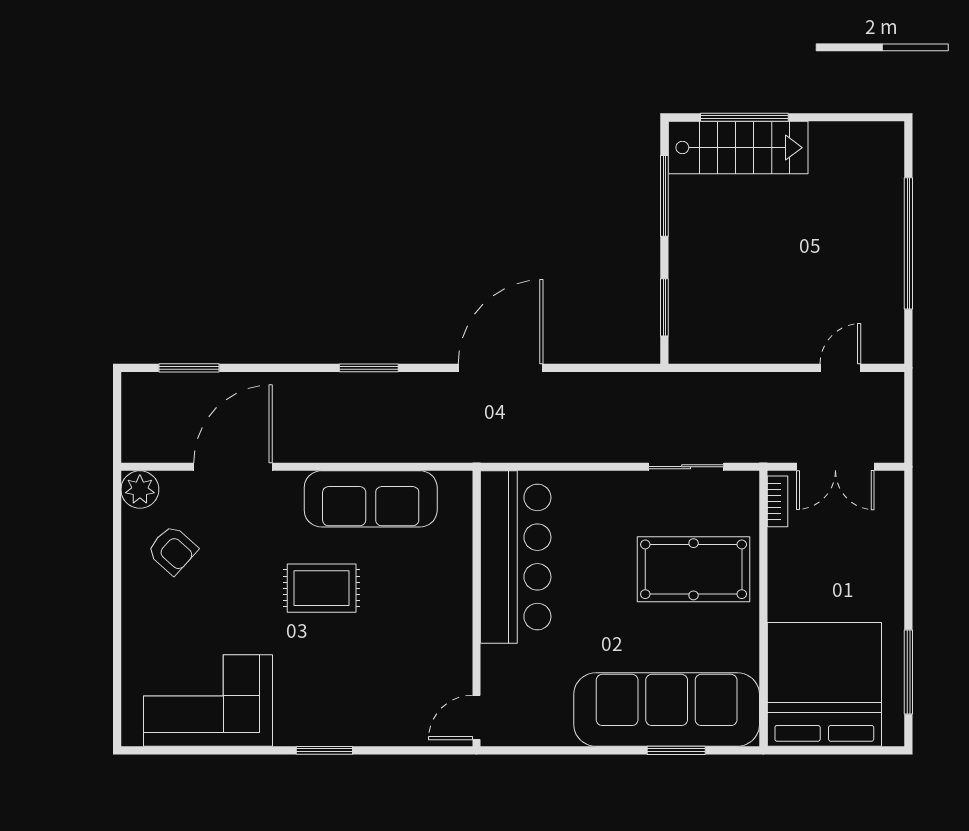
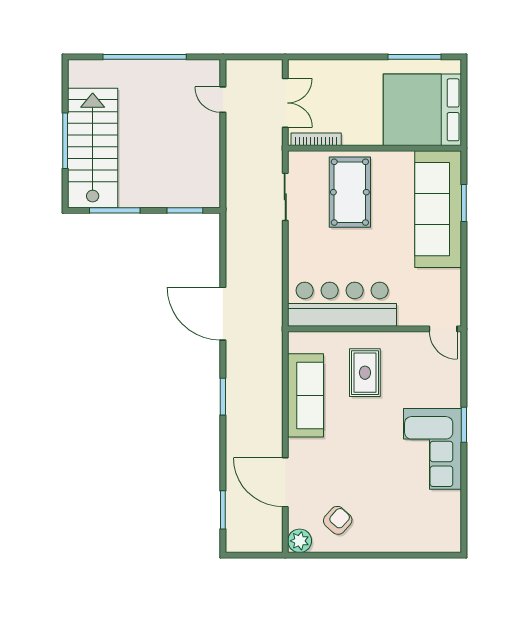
window: (744, 117) -> (65, 141), moved
stairs: (738, 148) -> (93, 148), width x1.36, depth x1.51
bookcase: (777, 501) -> (316, 139), width x1.56
rug: (322, 588) -> (365, 373), moved
corner sofa: (208, 700) -> (432, 449), moved

